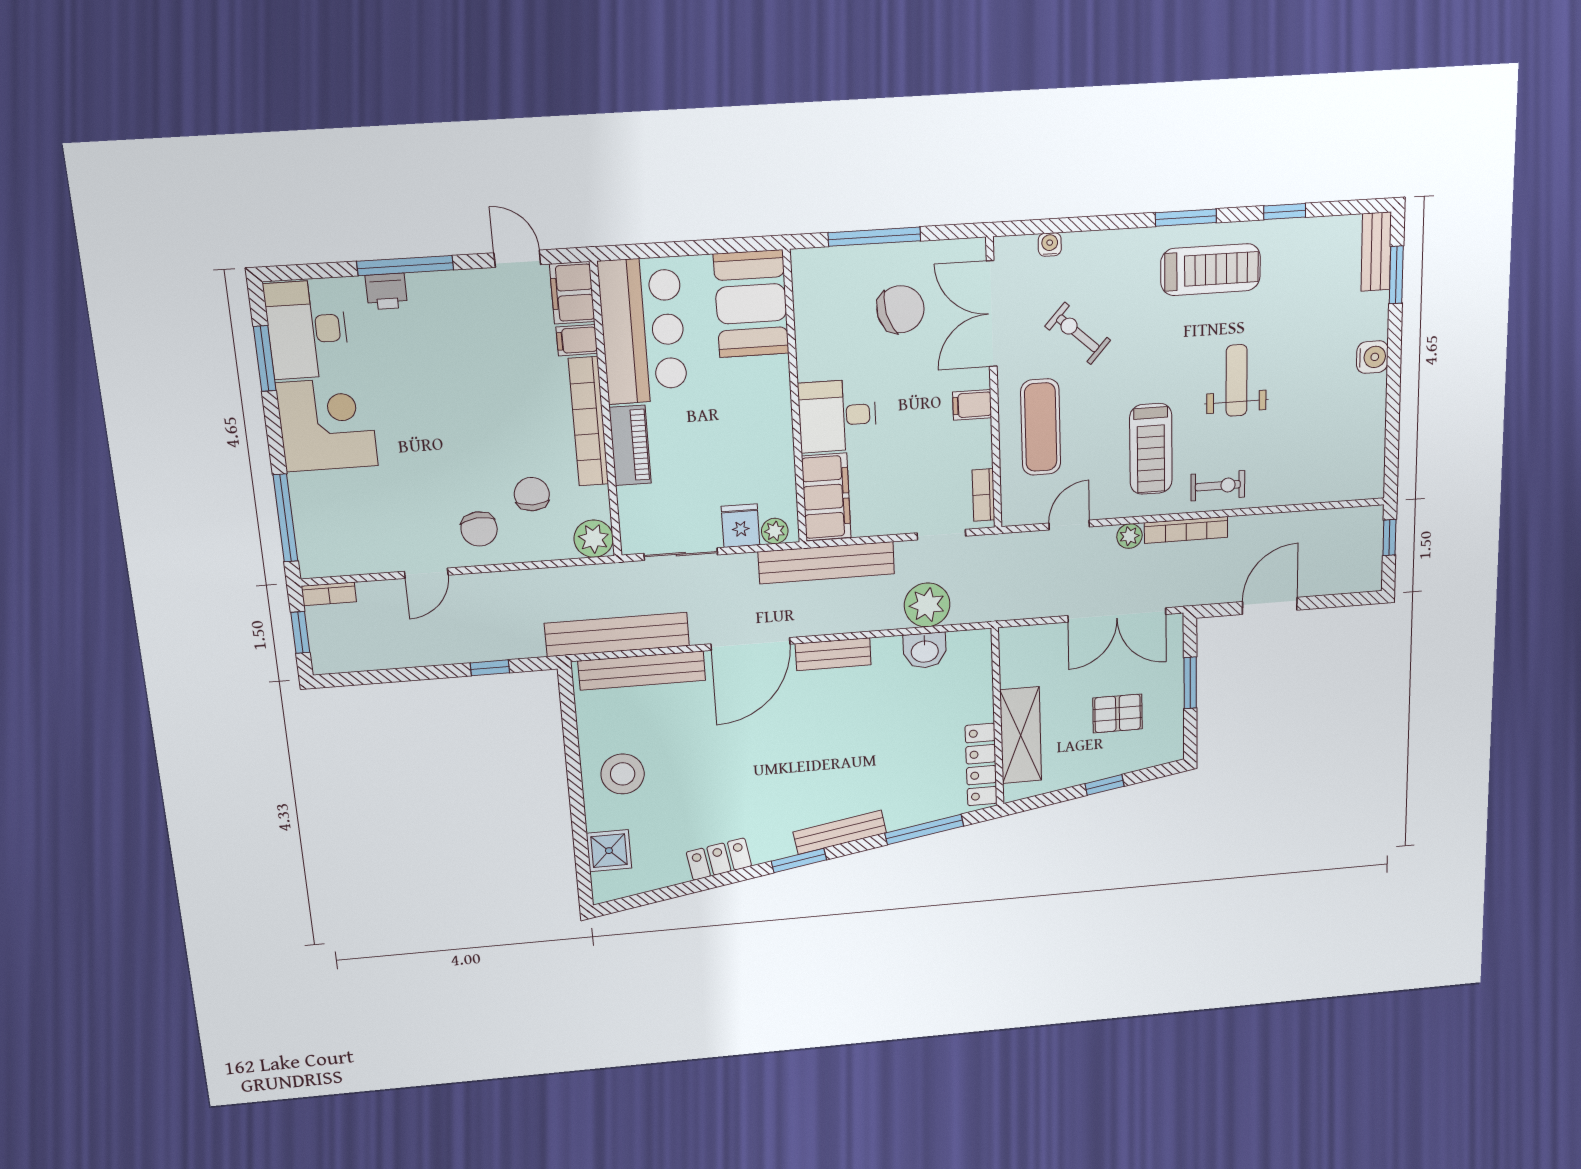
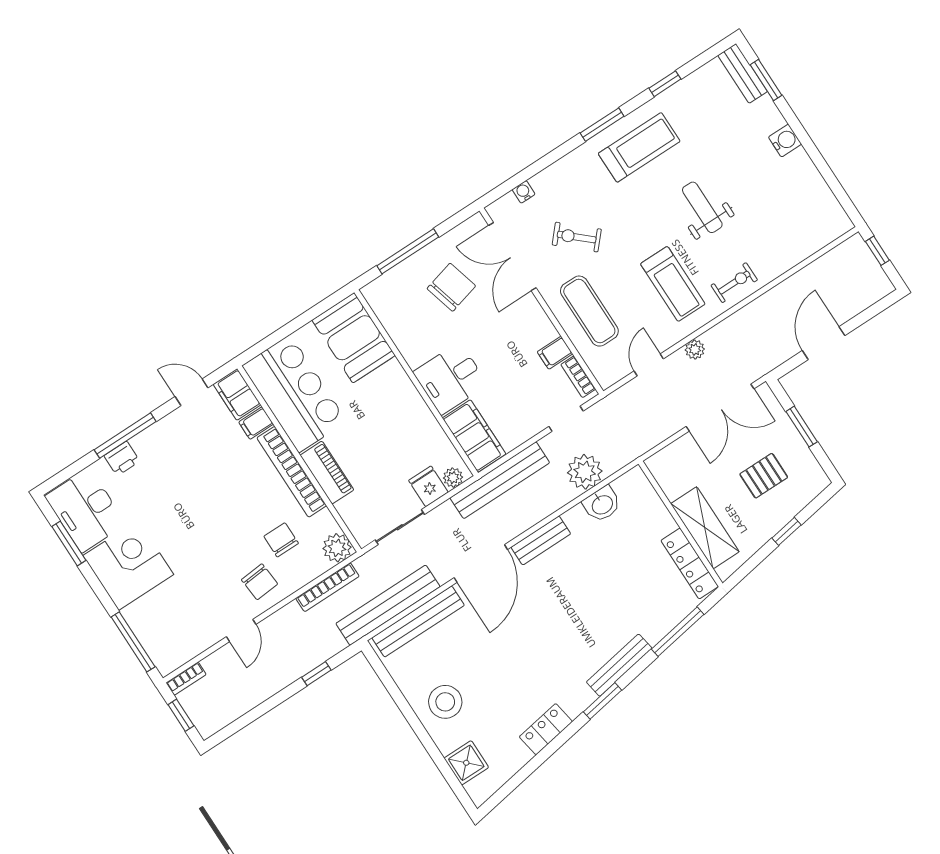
filing cabinet: (972, 405) -> (555, 353), moved
bookcase: (1186, 530) -> (327, 587), moved

